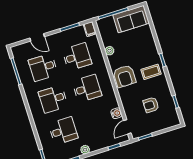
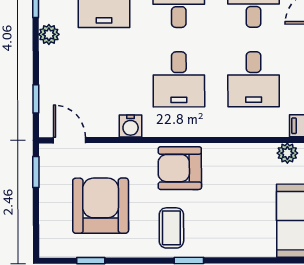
plant: (109, 51) -> (287, 153), moved
armchair: (151, 105) -> (101, 206), width x1.88, depth x1.88
water cooler: (116, 113) -> (131, 126), moved

